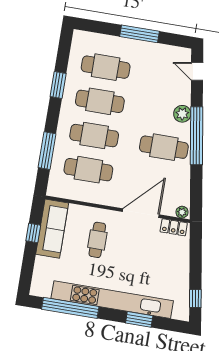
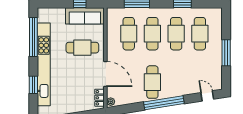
door: (197, 71) -> (207, 96), hinge flipped
plant: (182, 114) -> (177, 91), removed
cafe table: (97, 240) -> (82, 48), width x1.37, depth x1.35

